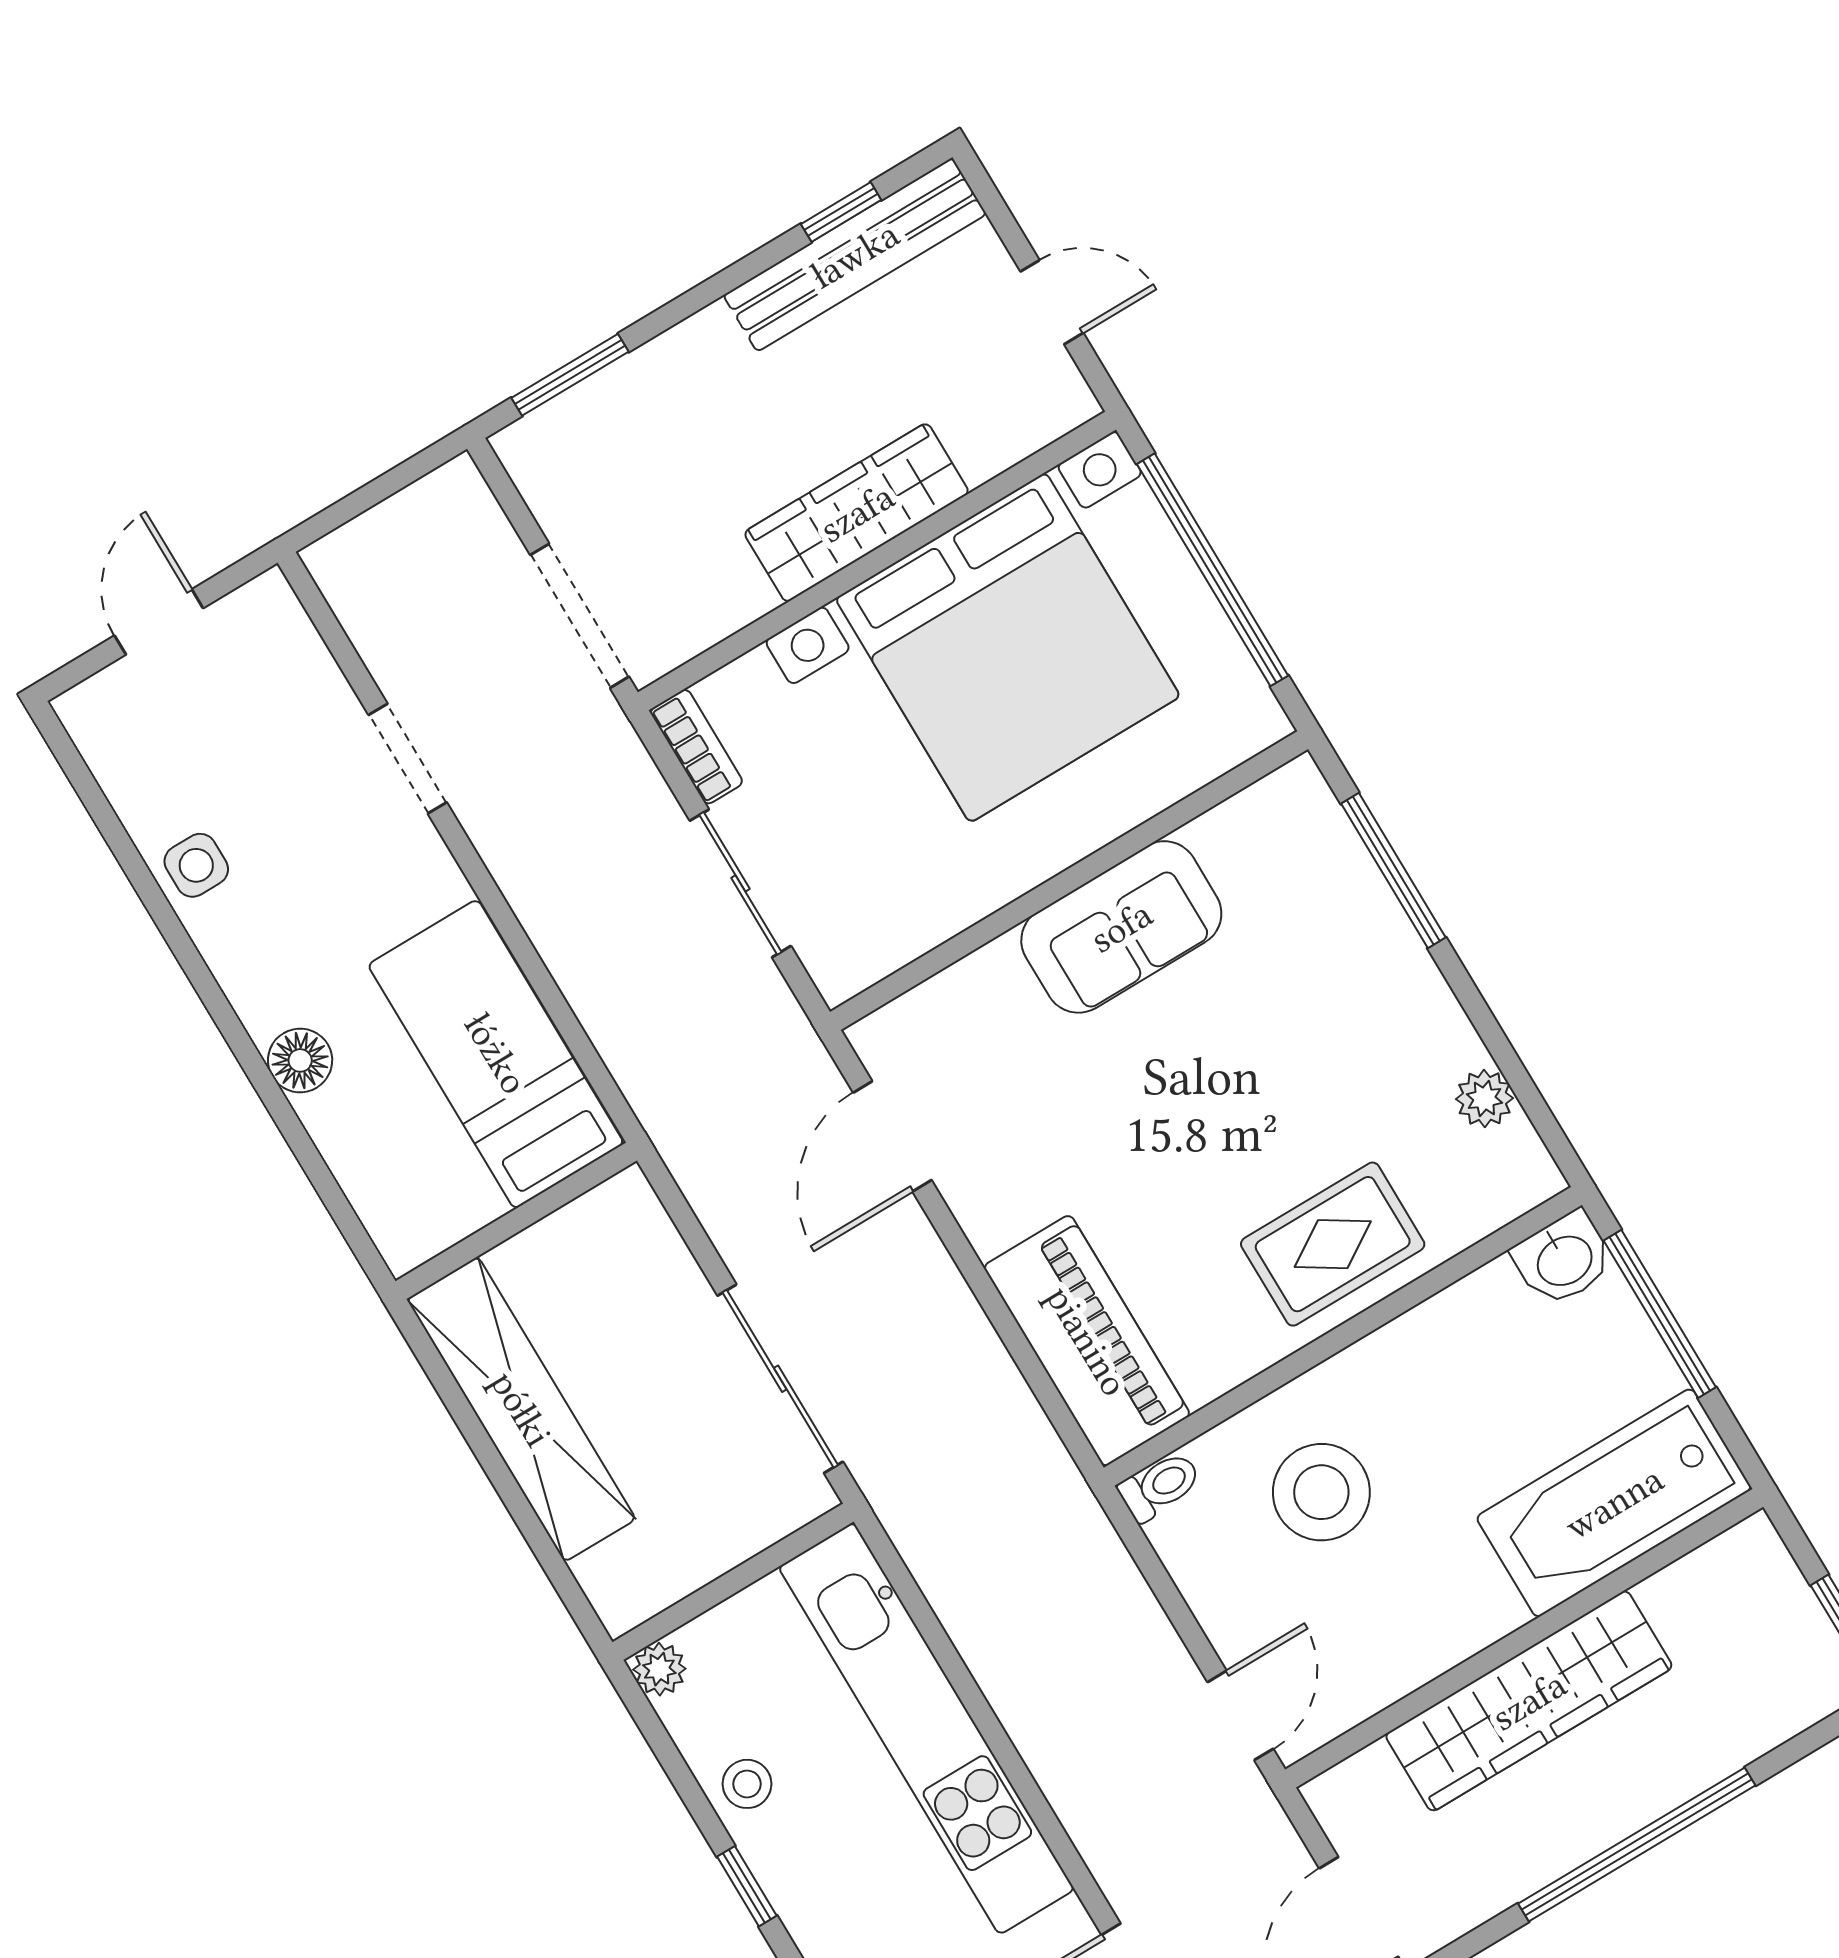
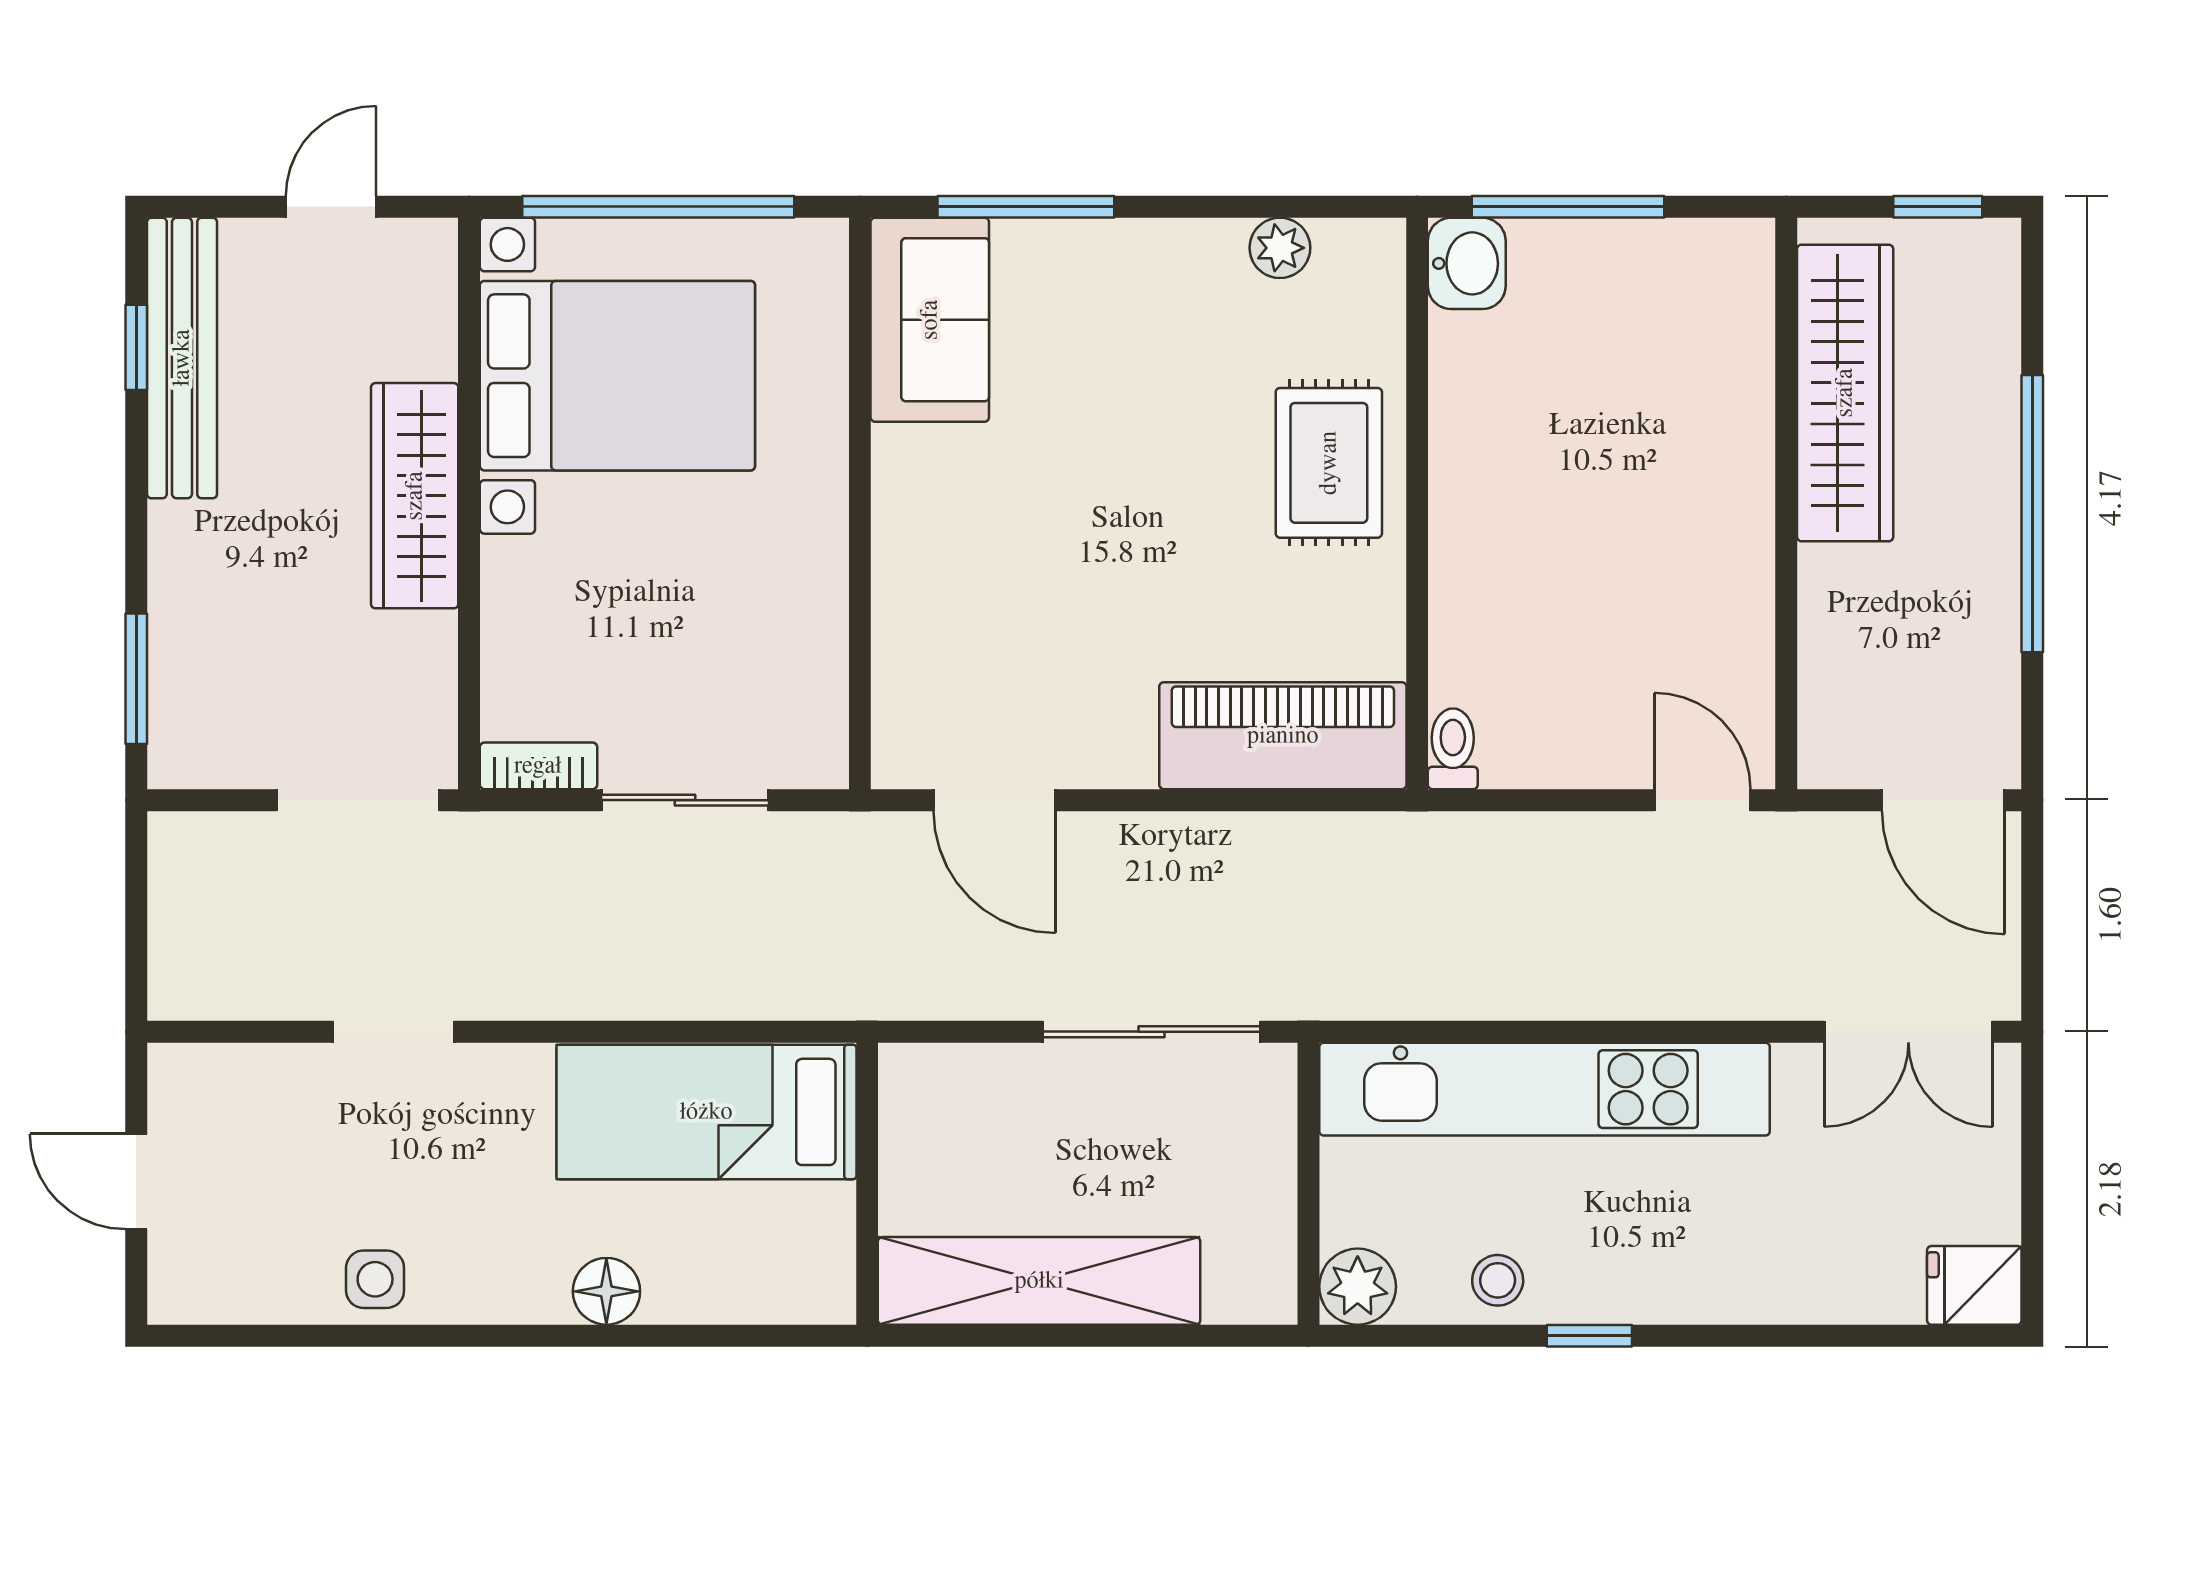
bed with nightstands: (1008, 648) -> (617, 376), width x0.73
sofa: (1121, 927) -> (930, 320), moved
stool: (1321, 1492) -> (1546, 607), removed
bathtub: (1614, 1503) -> (1713, 350), removed
plant: (659, 1669) -> (1358, 1287), width x1.38, depth x1.38
wardrobe: (1529, 1701) -> (1845, 393), moved

